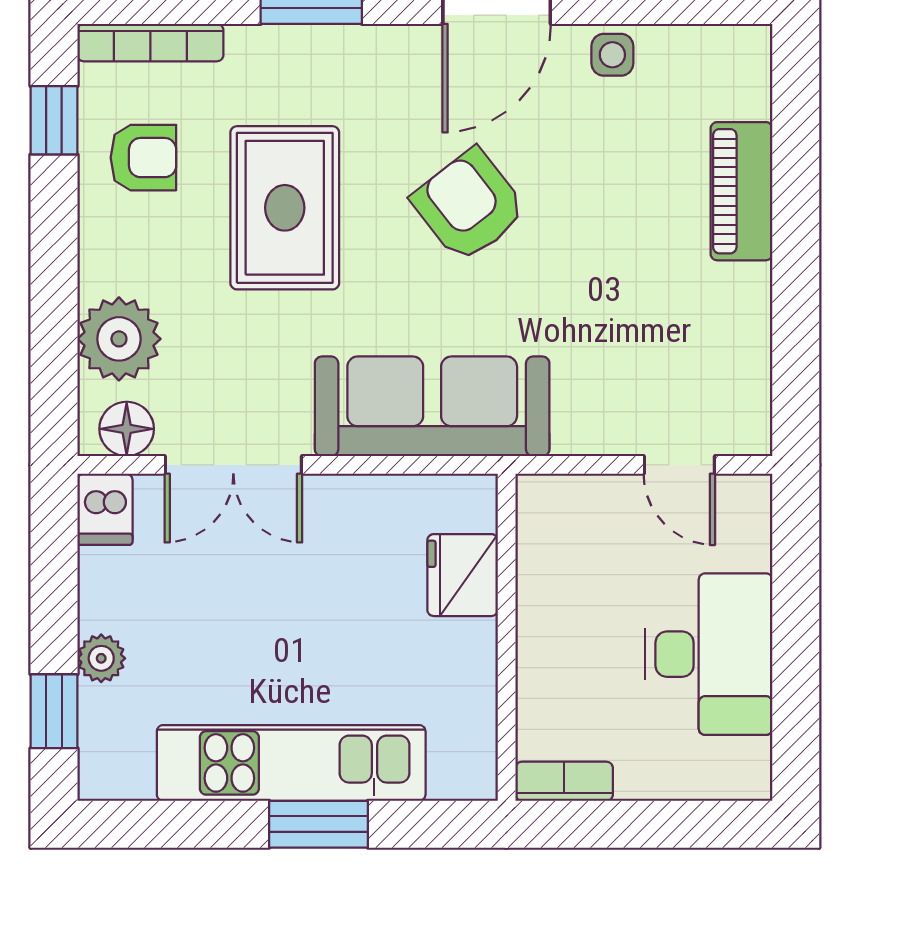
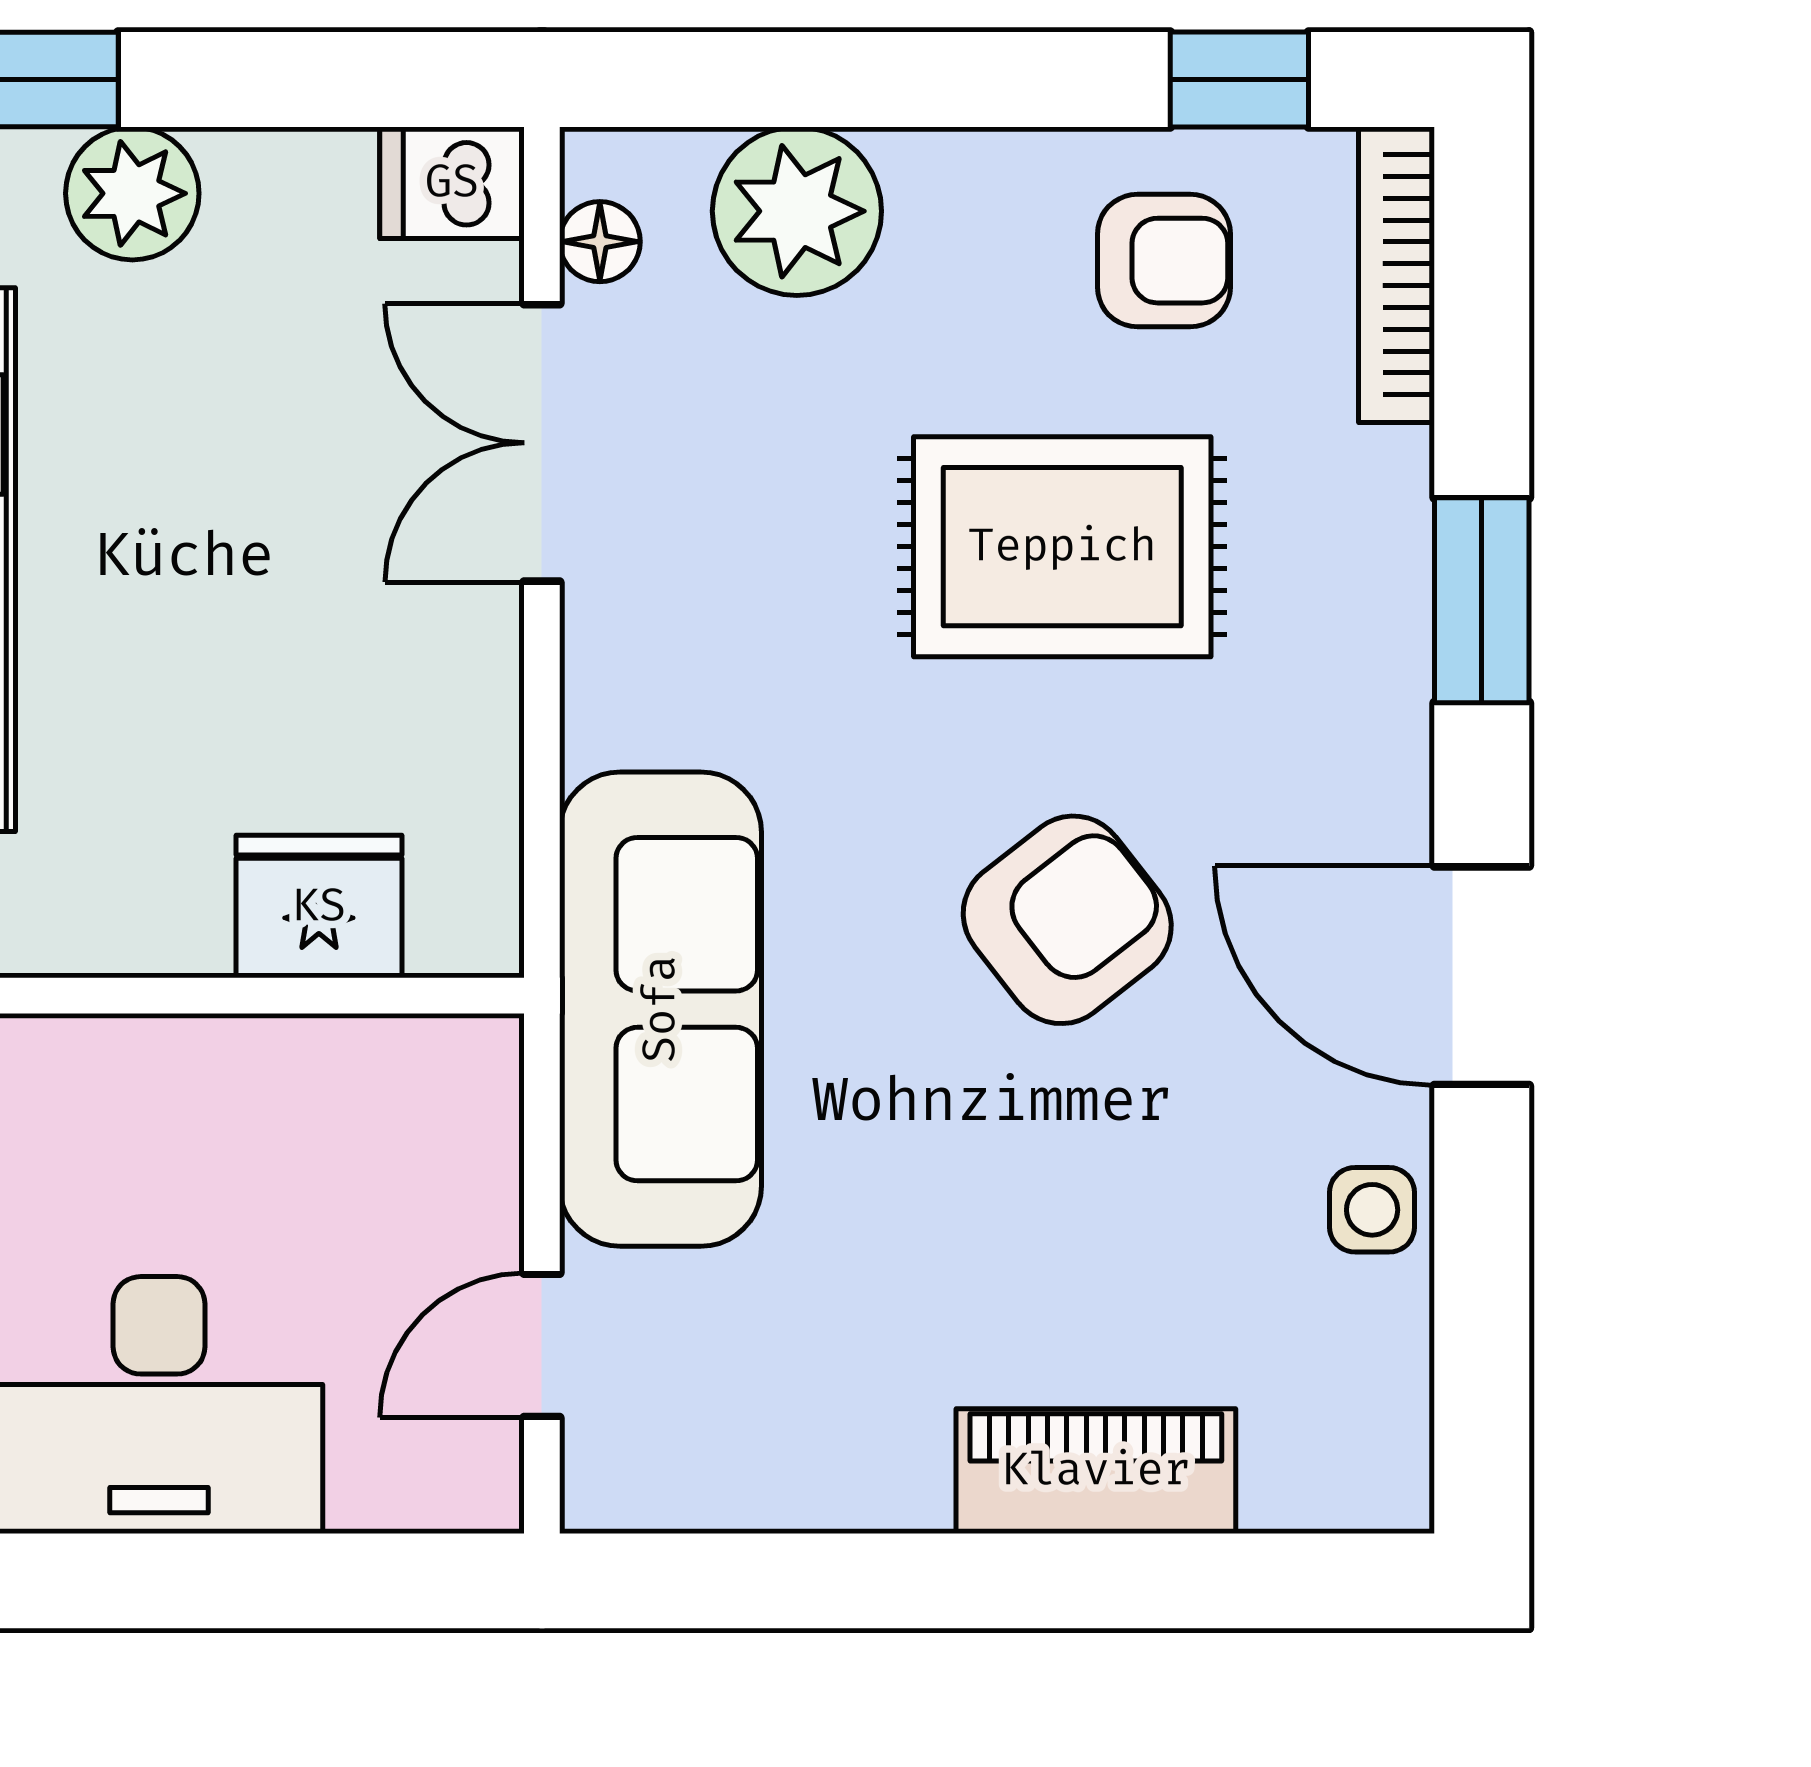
armchair: (143, 158) -> (1164, 261), turned -90
sofa: (432, 406) -> (661, 1009), moved
floor lamp: (127, 429) -> (600, 242), width x0.73, depth x0.73
plant: (101, 658) -> (132, 193), width x1.38, depth x1.38

